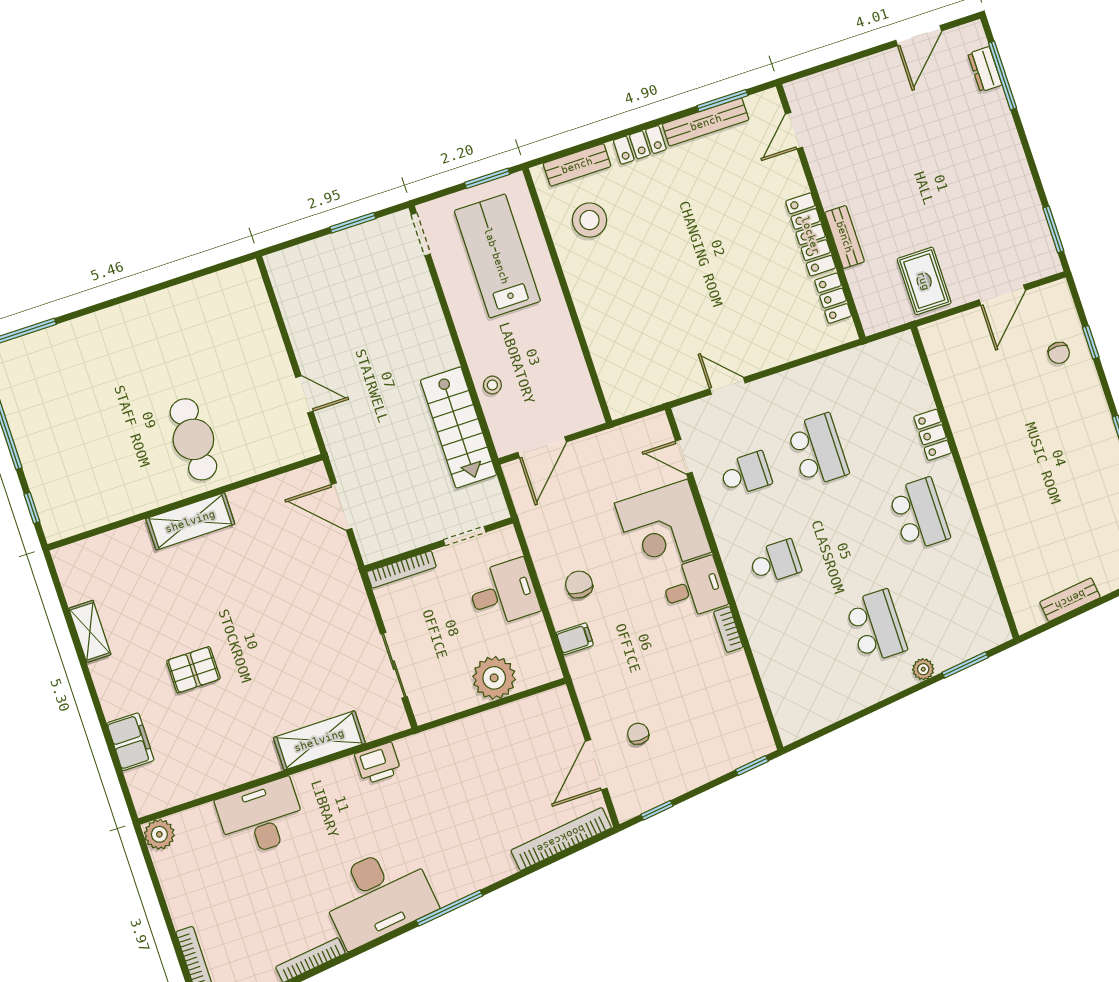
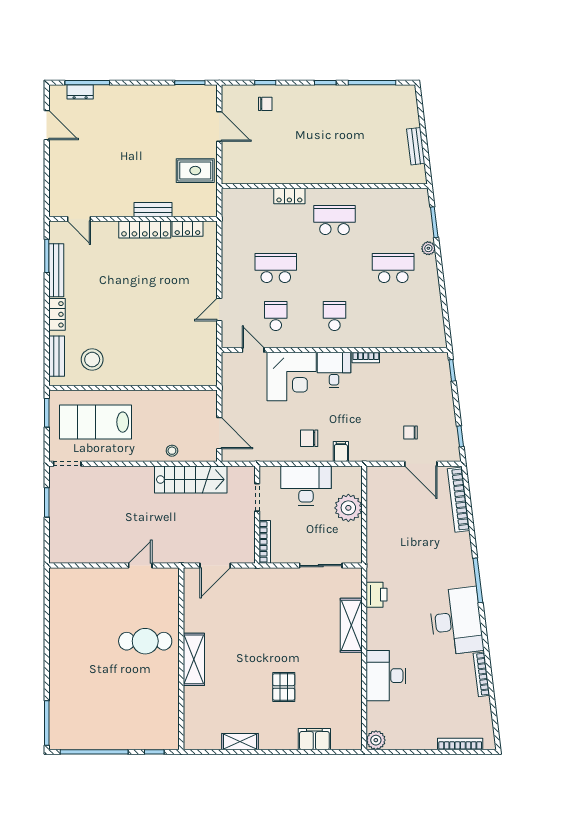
door: (684, 457) -> (253, 350), swing flipped
desk: (503, 593) -> (306, 486), width x1.37

